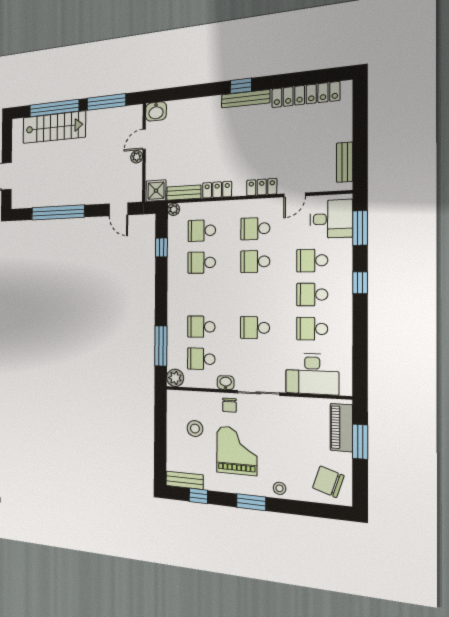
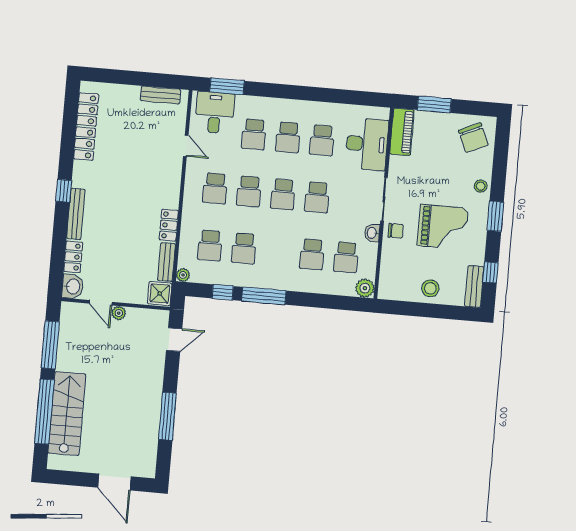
bench: (245, 99) -> (76, 214), moved
locker: (262, 187) -> (73, 257), moved, turned 180
window: (58, 213) -> (167, 416), width x0.68
window: (360, 283) -> (280, 91), removed
school desk: (255, 295) -> (283, 194), added
window: (161, 346) -> (264, 296), moved
piano: (341, 428) -> (402, 132), moved, turned -90
stool: (195, 429) -> (430, 288), moved
grand piano: (237, 451) -> (443, 227), turned 180
chair: (328, 482) -> (473, 138), turned -42

